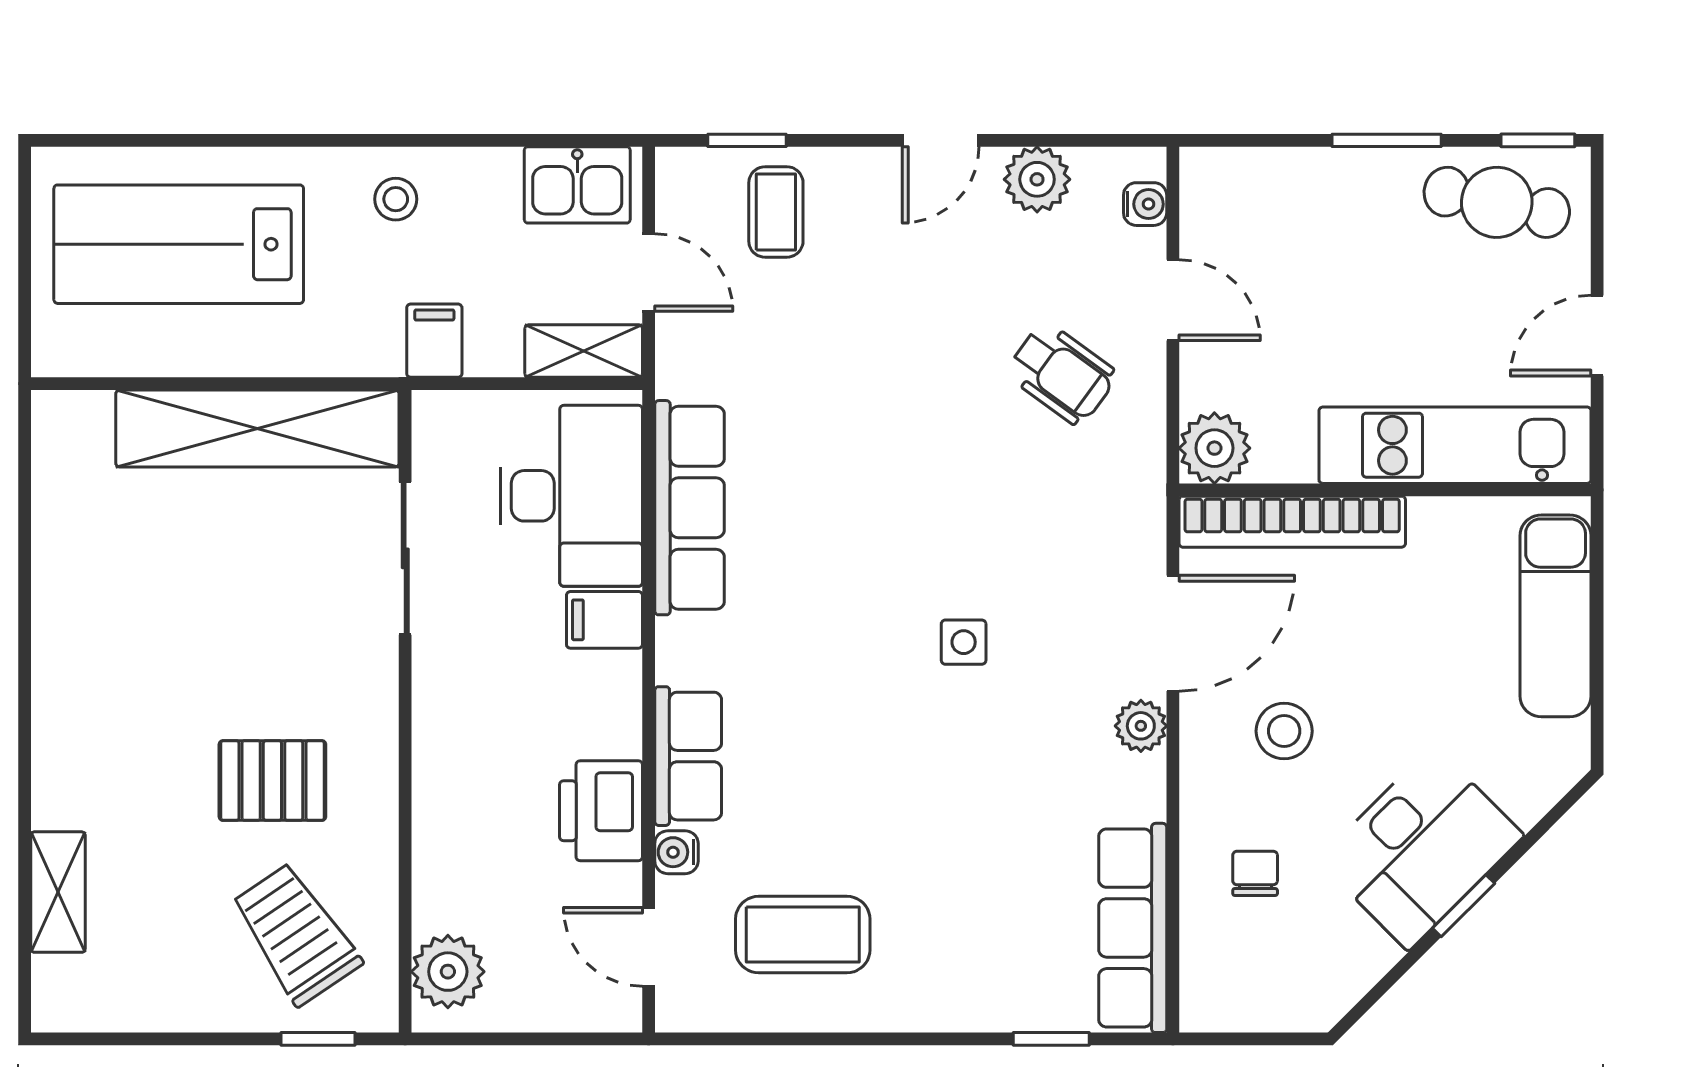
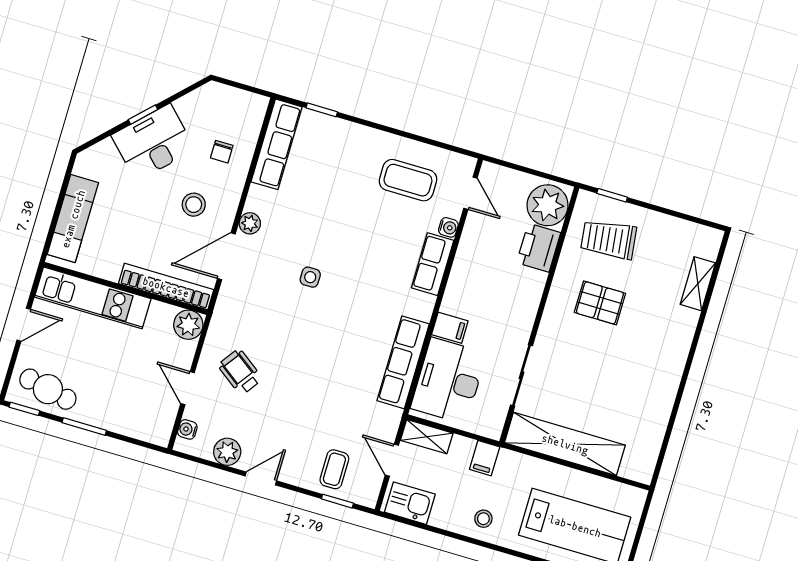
printer: (601, 811) -> (539, 248), moved, turned 180
trolley: (296, 934) -> (609, 239), turned 117
plant: (448, 972) -> (548, 205), width x1.36, depth x1.36

